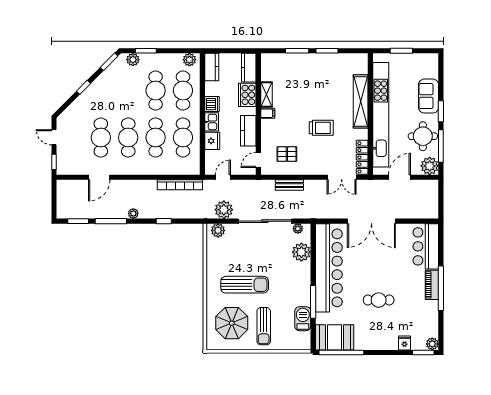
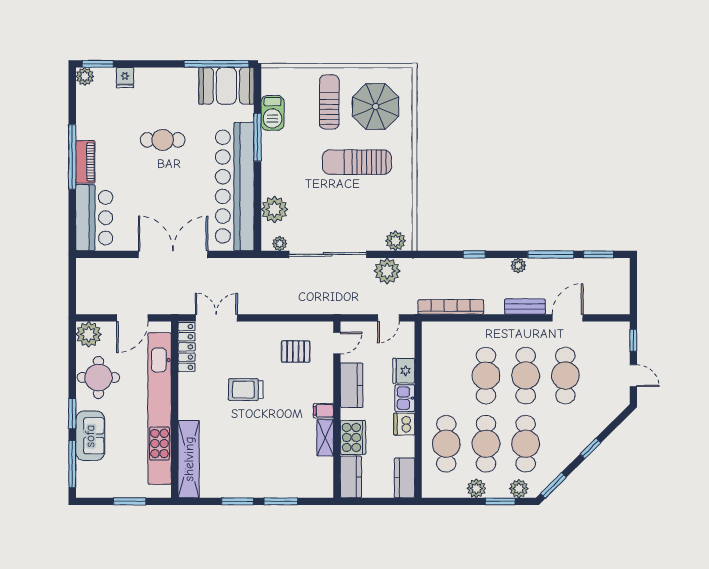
plant: (189, 60) -> (476, 488), moved
shelving: (361, 101) -> (189, 459), moved
cafe table: (183, 138) -> (526, 444), moved
window: (441, 146) -> (72, 464), moved
bench: (289, 185) -> (525, 307), moved

